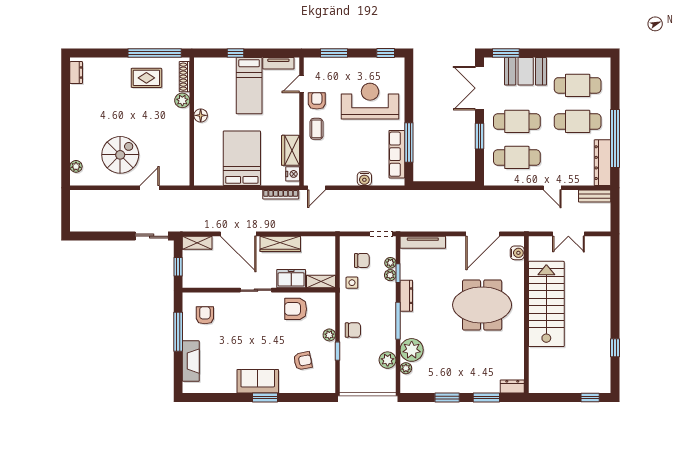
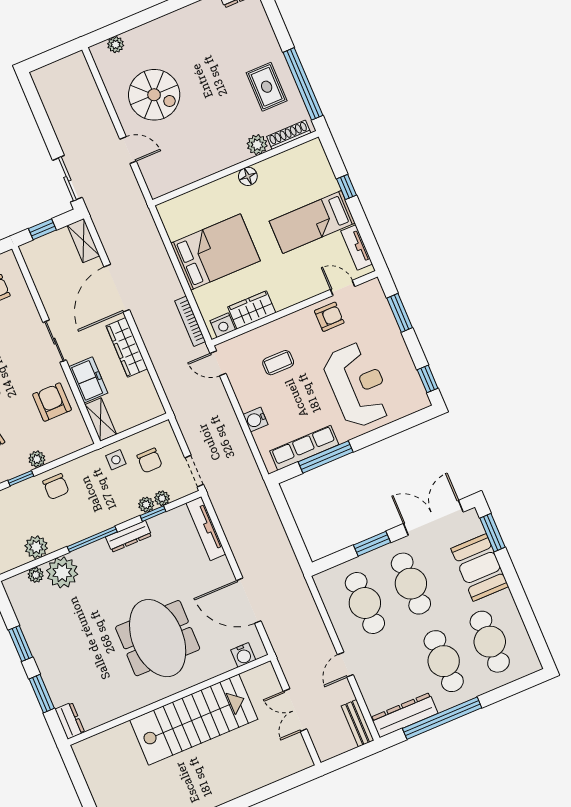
coffee table: (316, 129) -> (278, 363), moved

